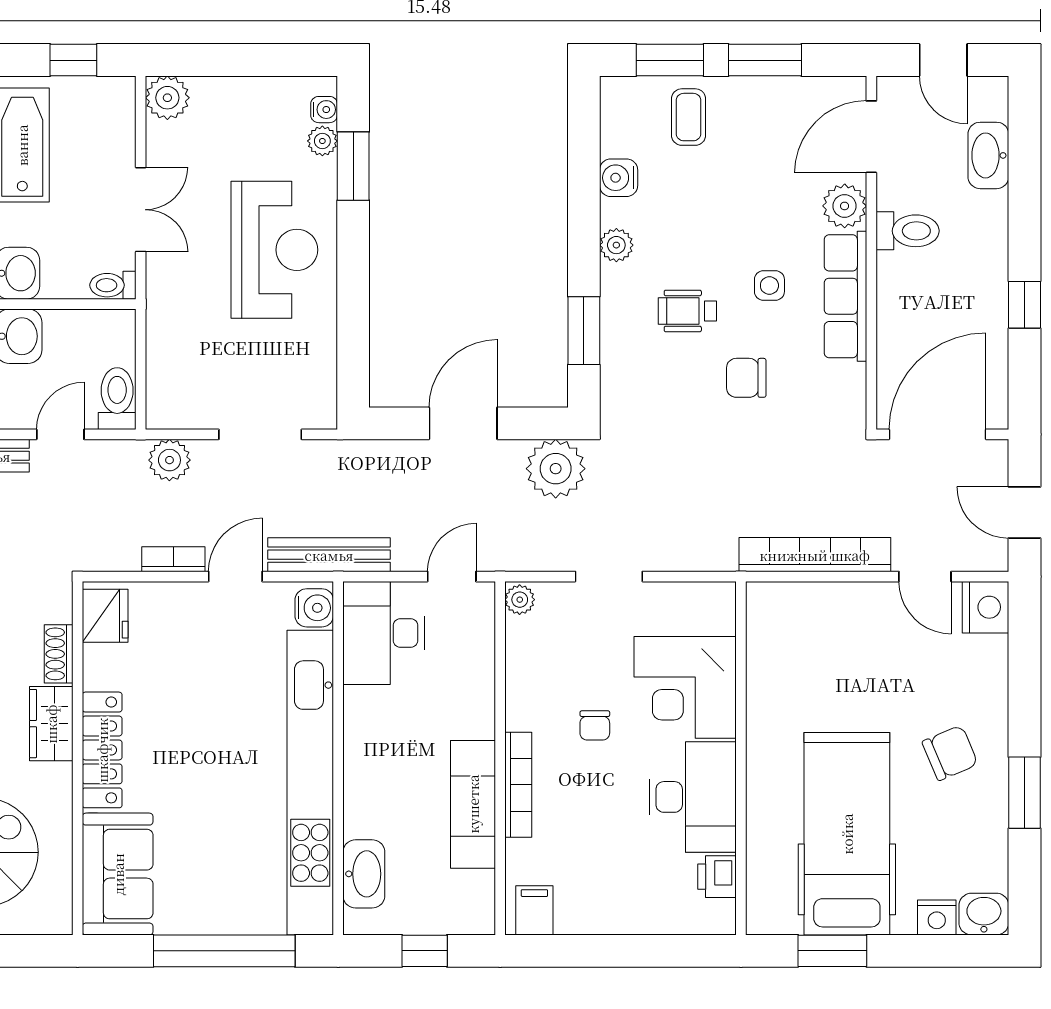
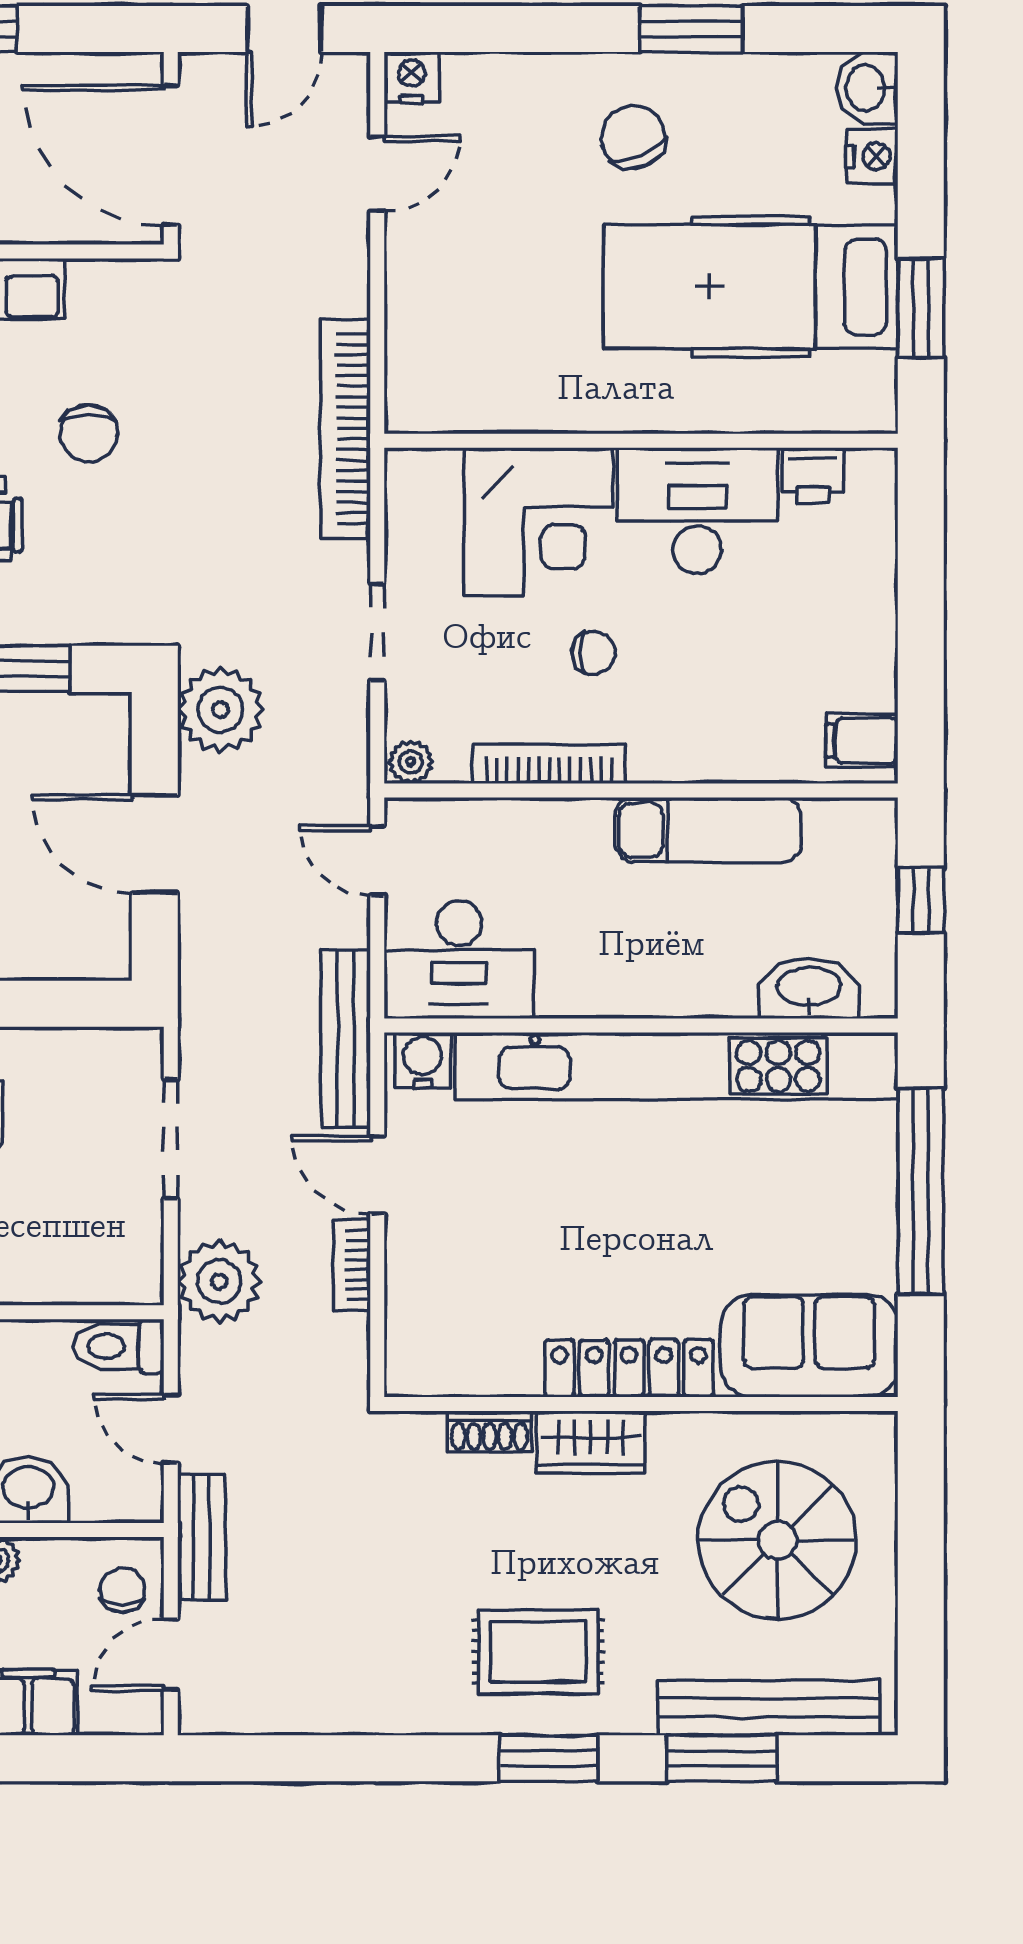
plant: (169, 460) -> (219, 1281), width x1.36, depth x1.36
bookcase: (815, 555) -> (345, 428), moved
nightstand: (986, 607) -> (412, 77), width x0.74, depth x0.75
fridge: (105, 616) -> (434, 1364), removed
bookcase: (518, 785) -> (549, 764), moved

